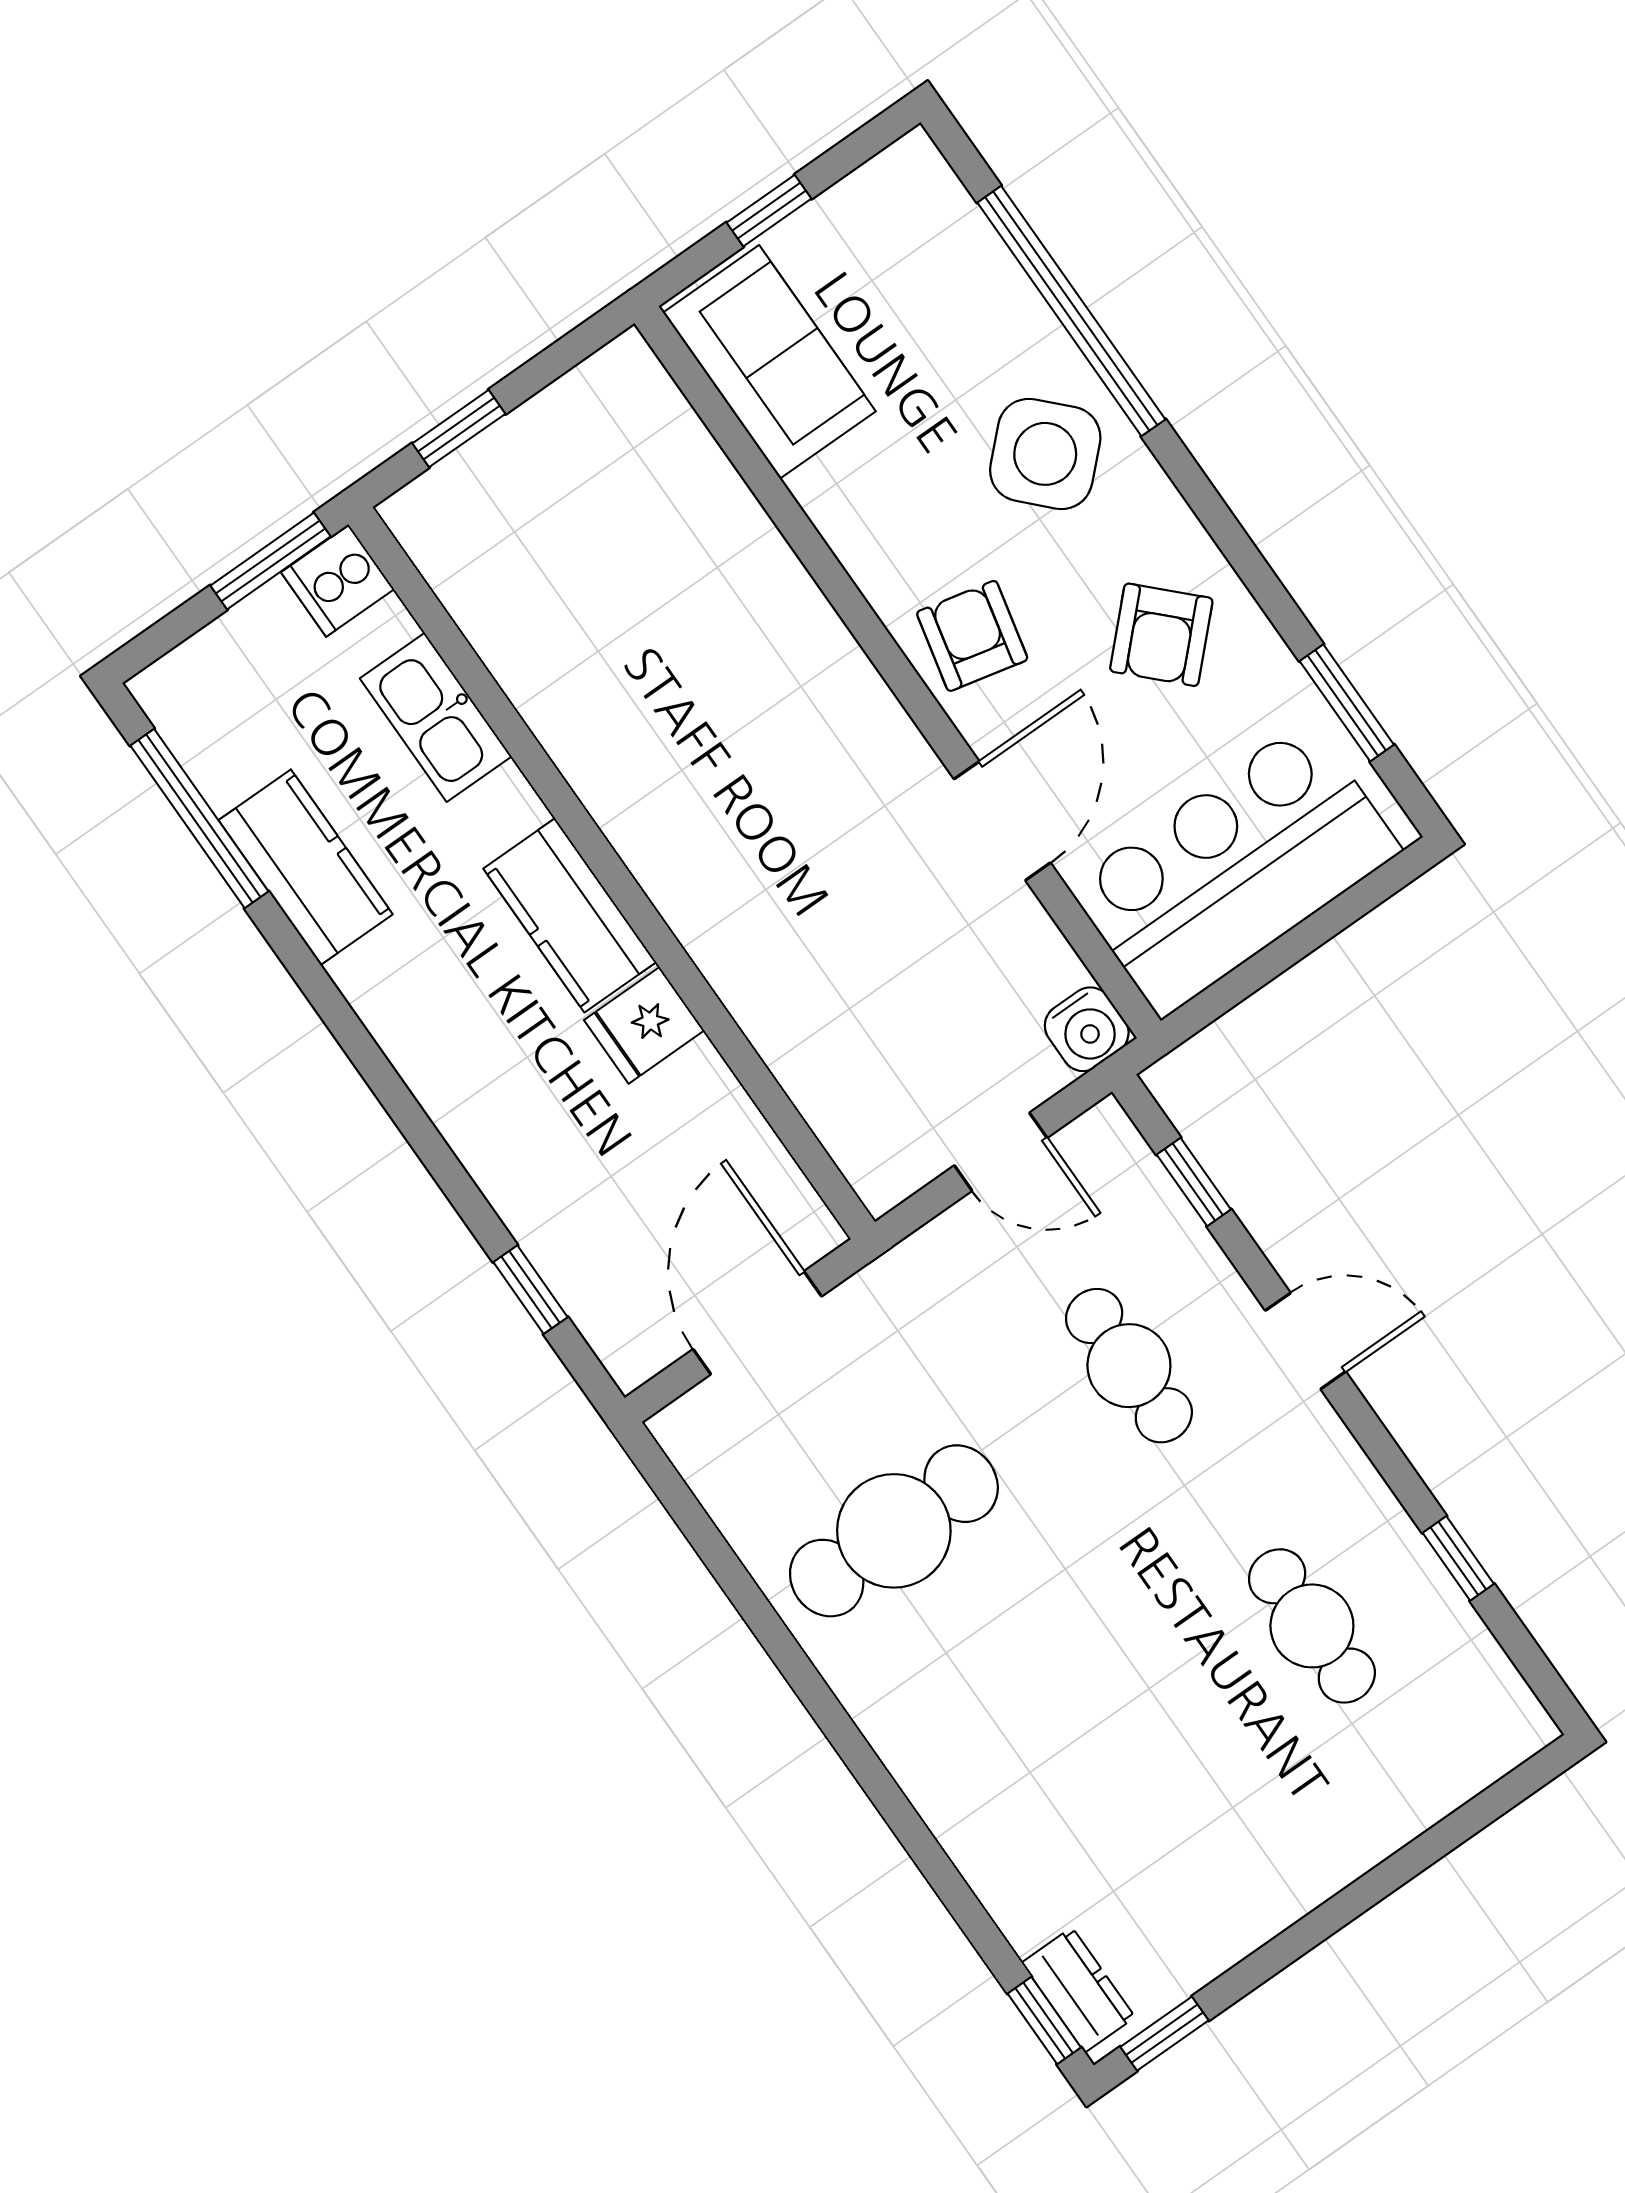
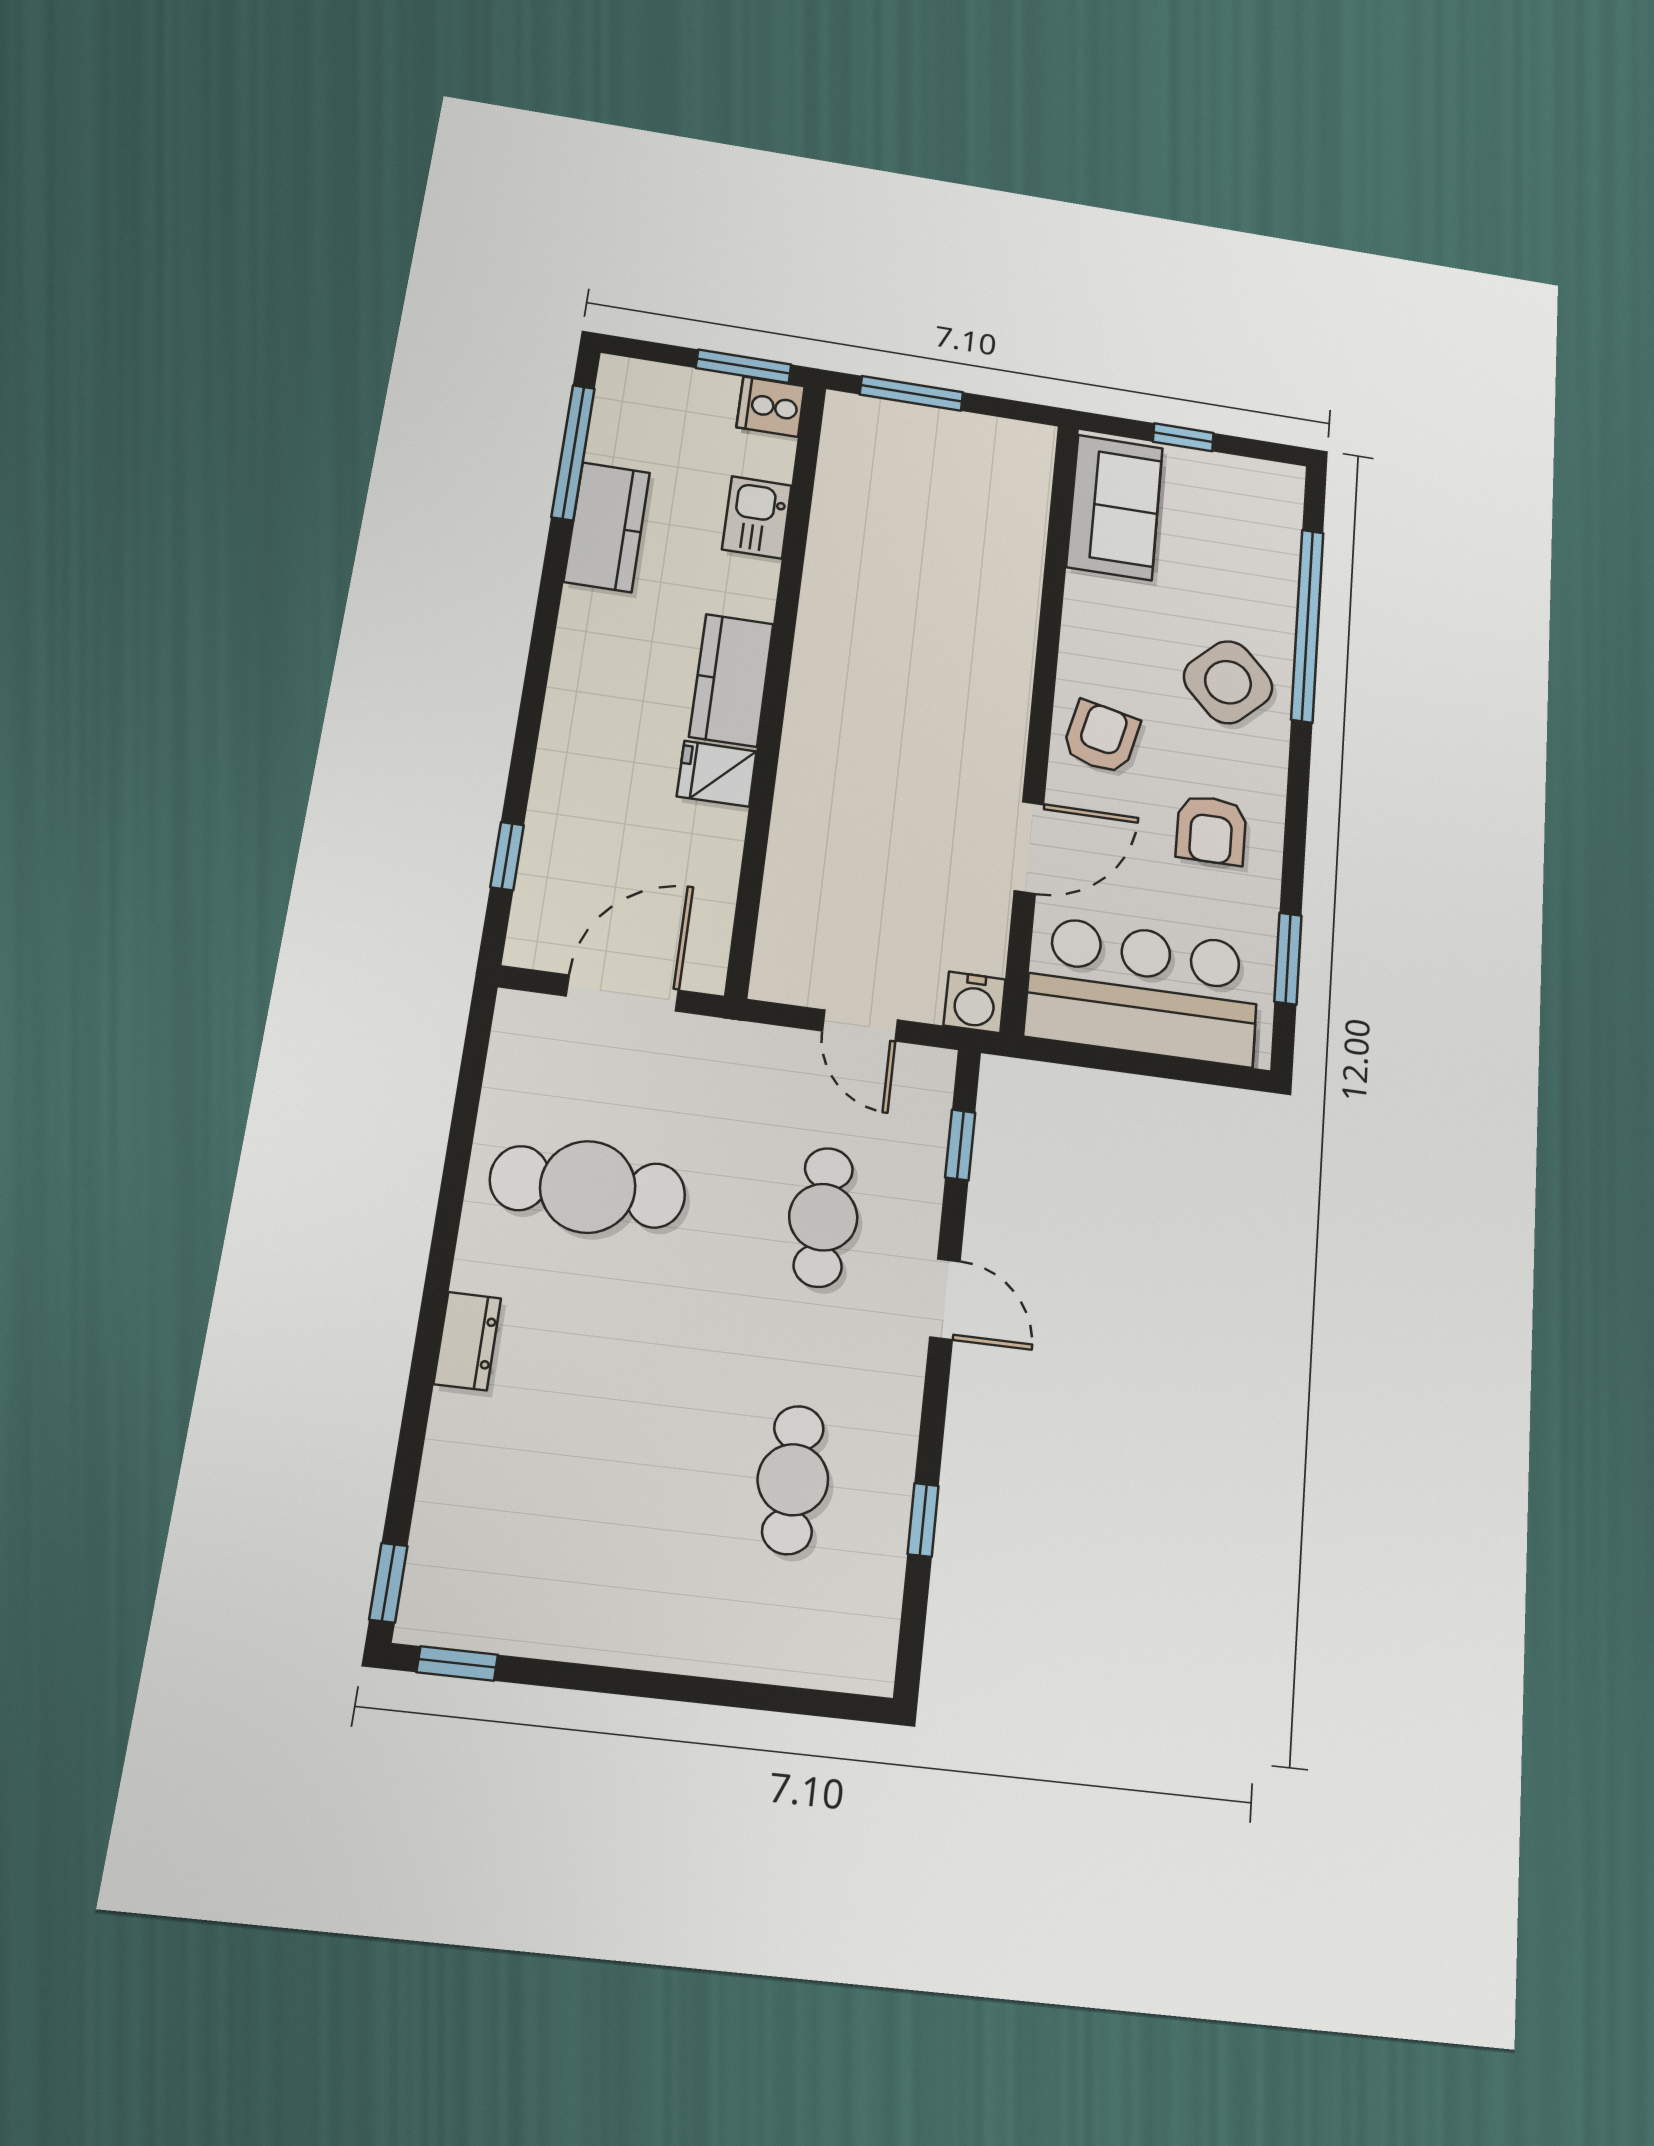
window: (459, 429) -> (911, 393), width x1.50
armchair: (1161, 635) -> (1211, 830), turned -45
kitchen sink: (436, 717) -> (757, 517), width x0.73
dresser: (1078, 1990) -> (467, 1341), moved

